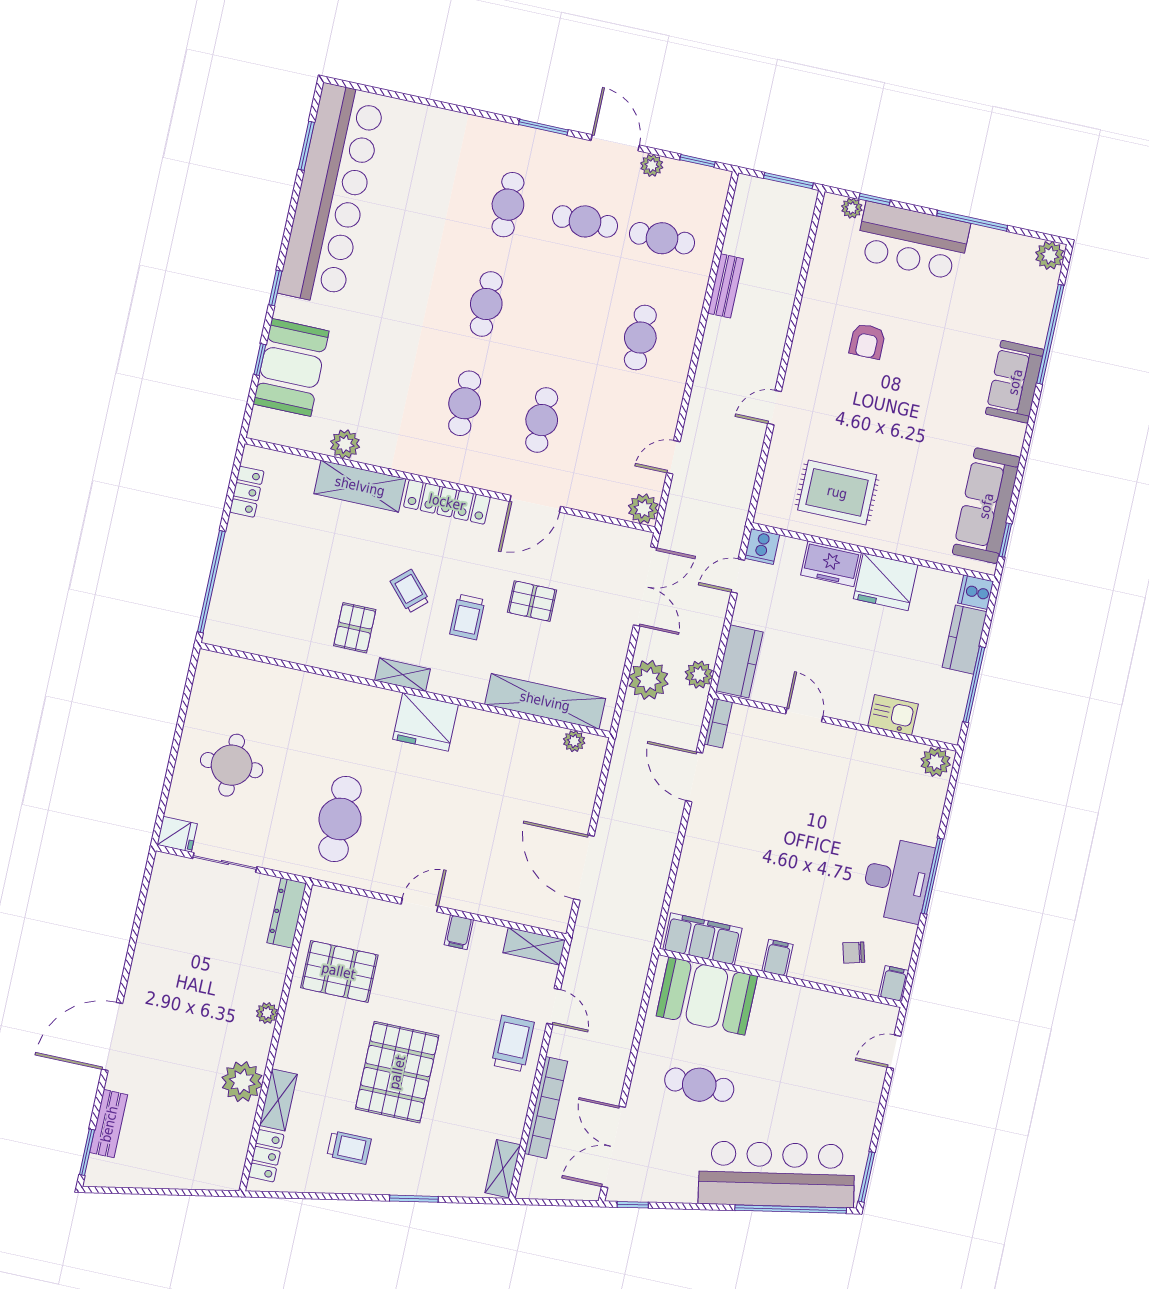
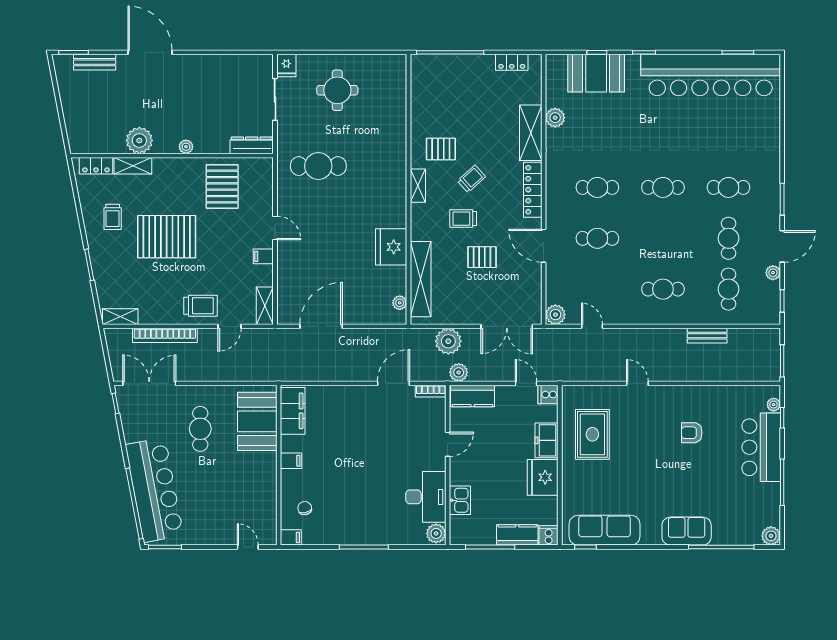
pallet: (532, 601) -> (482, 257), turned 90
fridge: (425, 722) -> (391, 247), moved
desk: (897, 880) -> (426, 497), moved, turned -90

